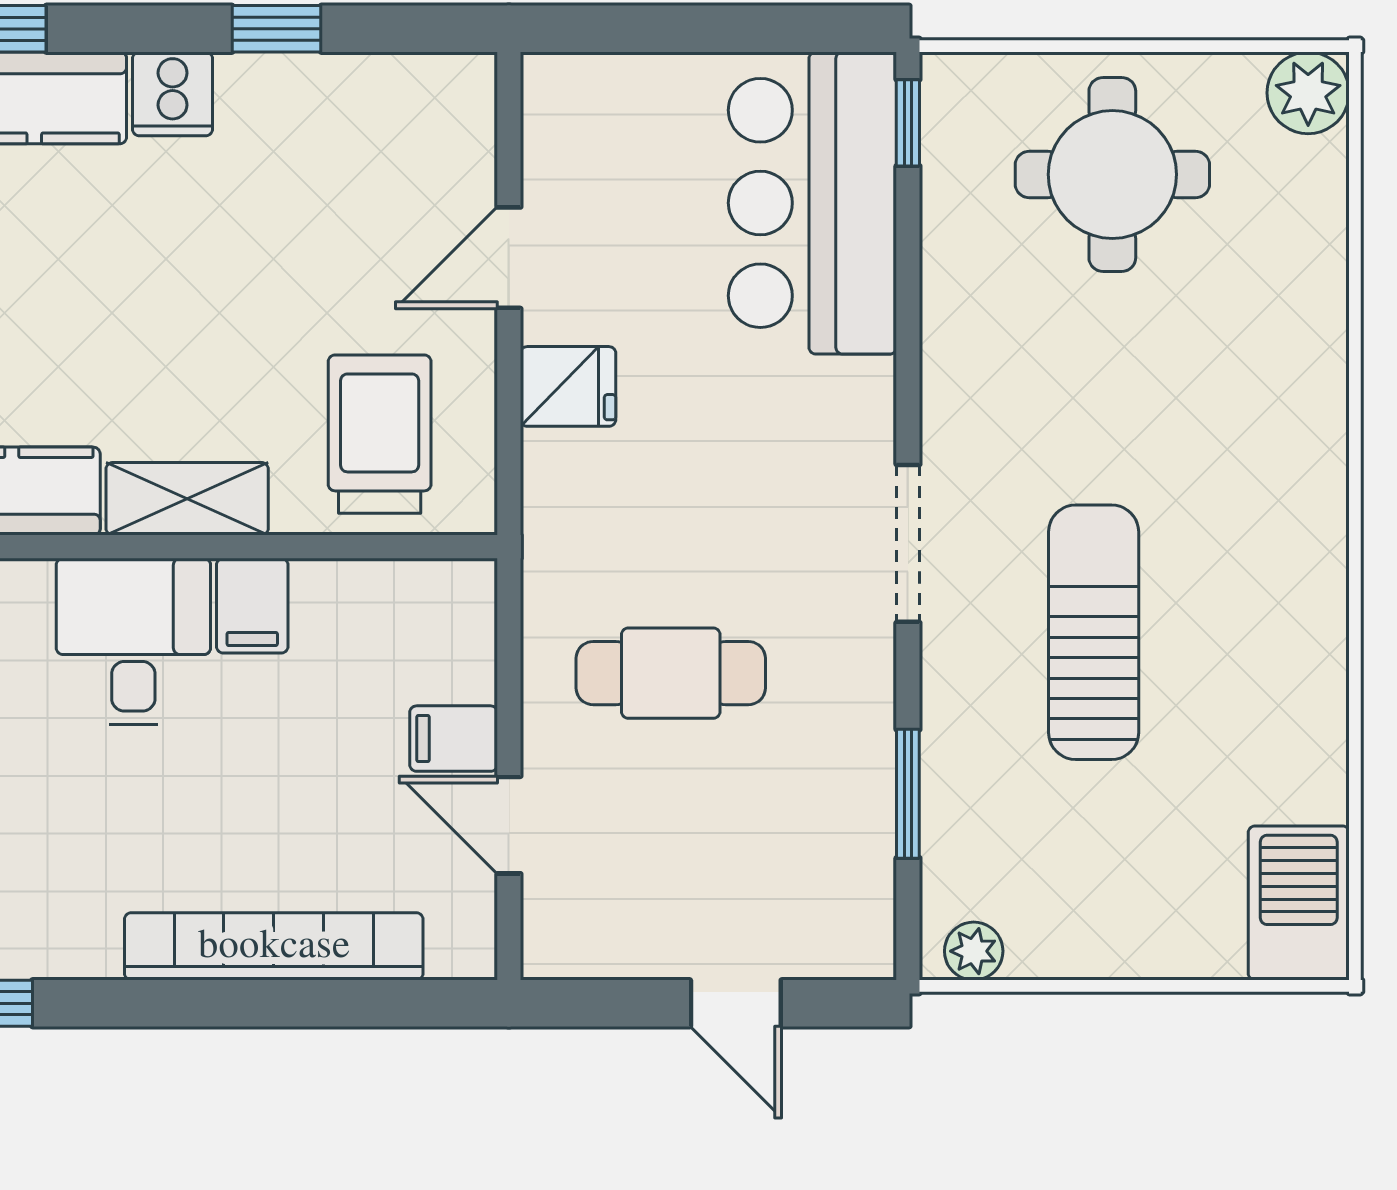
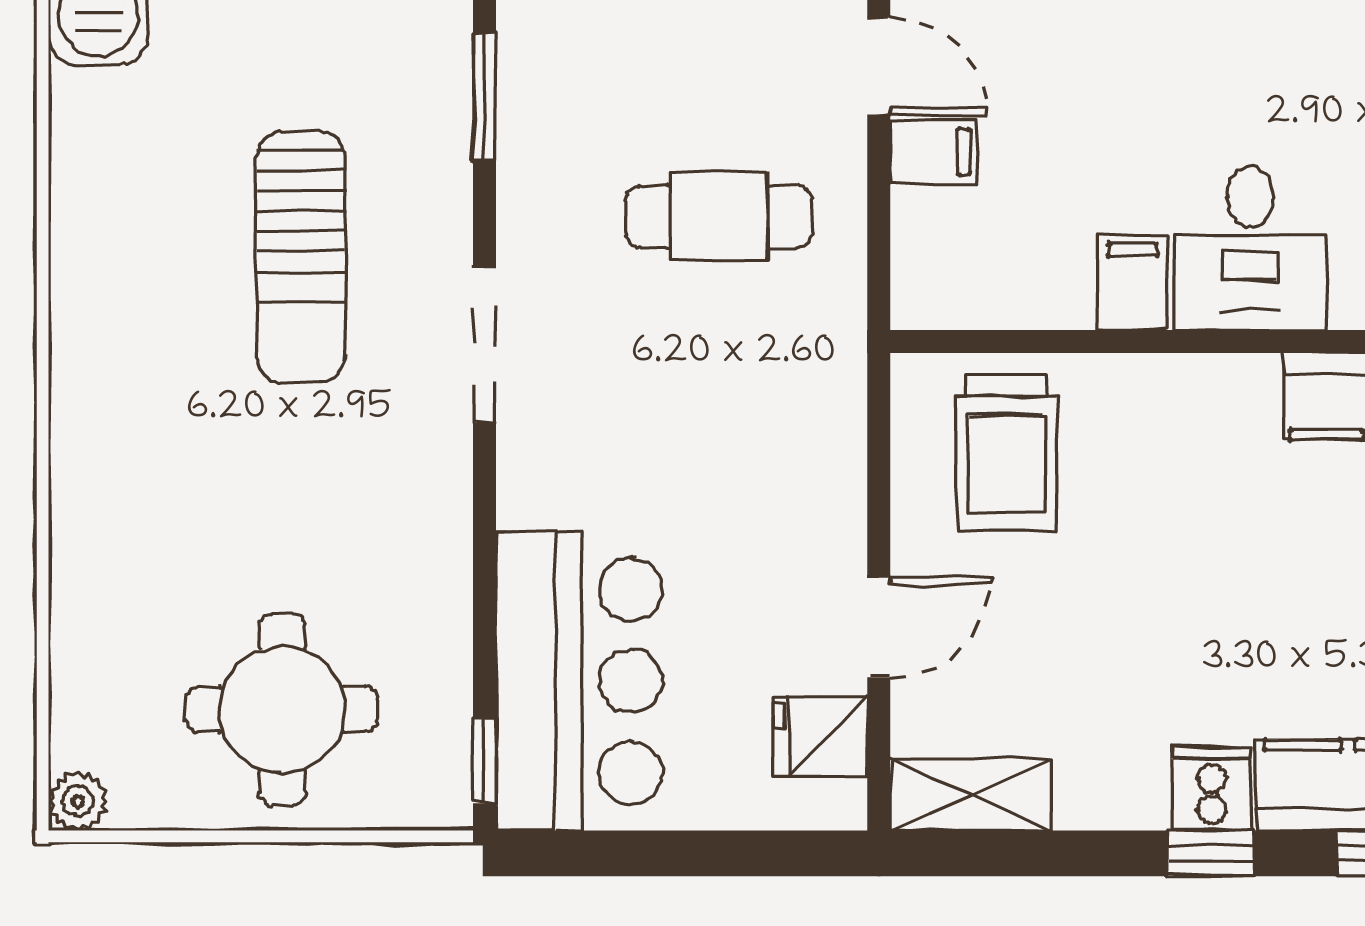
window: (277, 29) -> (1210, 853), moved
plant: (1308, 93) -> (78, 801), width x0.73, depth x0.73
fridge: (568, 386) -> (820, 736), moved
shelving: (187, 499) -> (970, 795), moved

